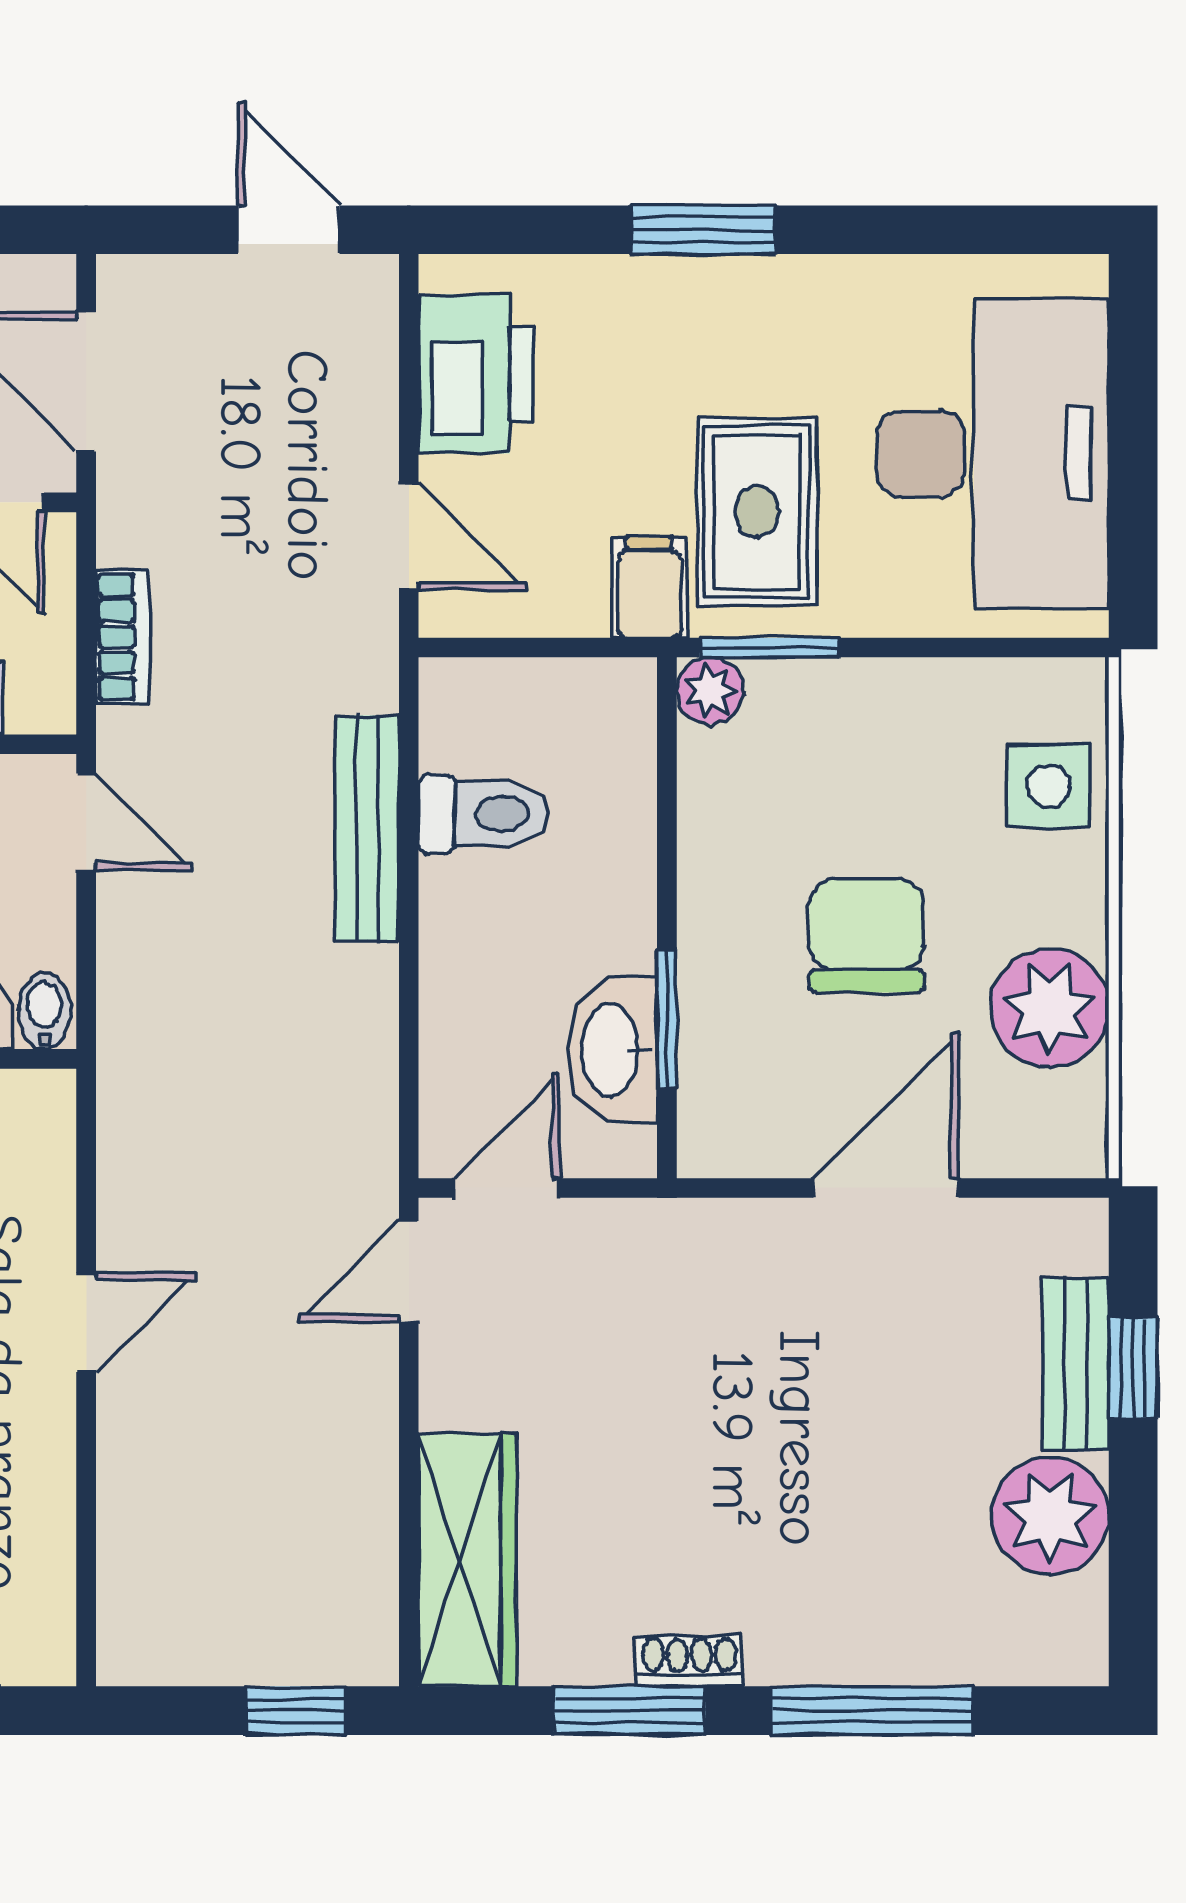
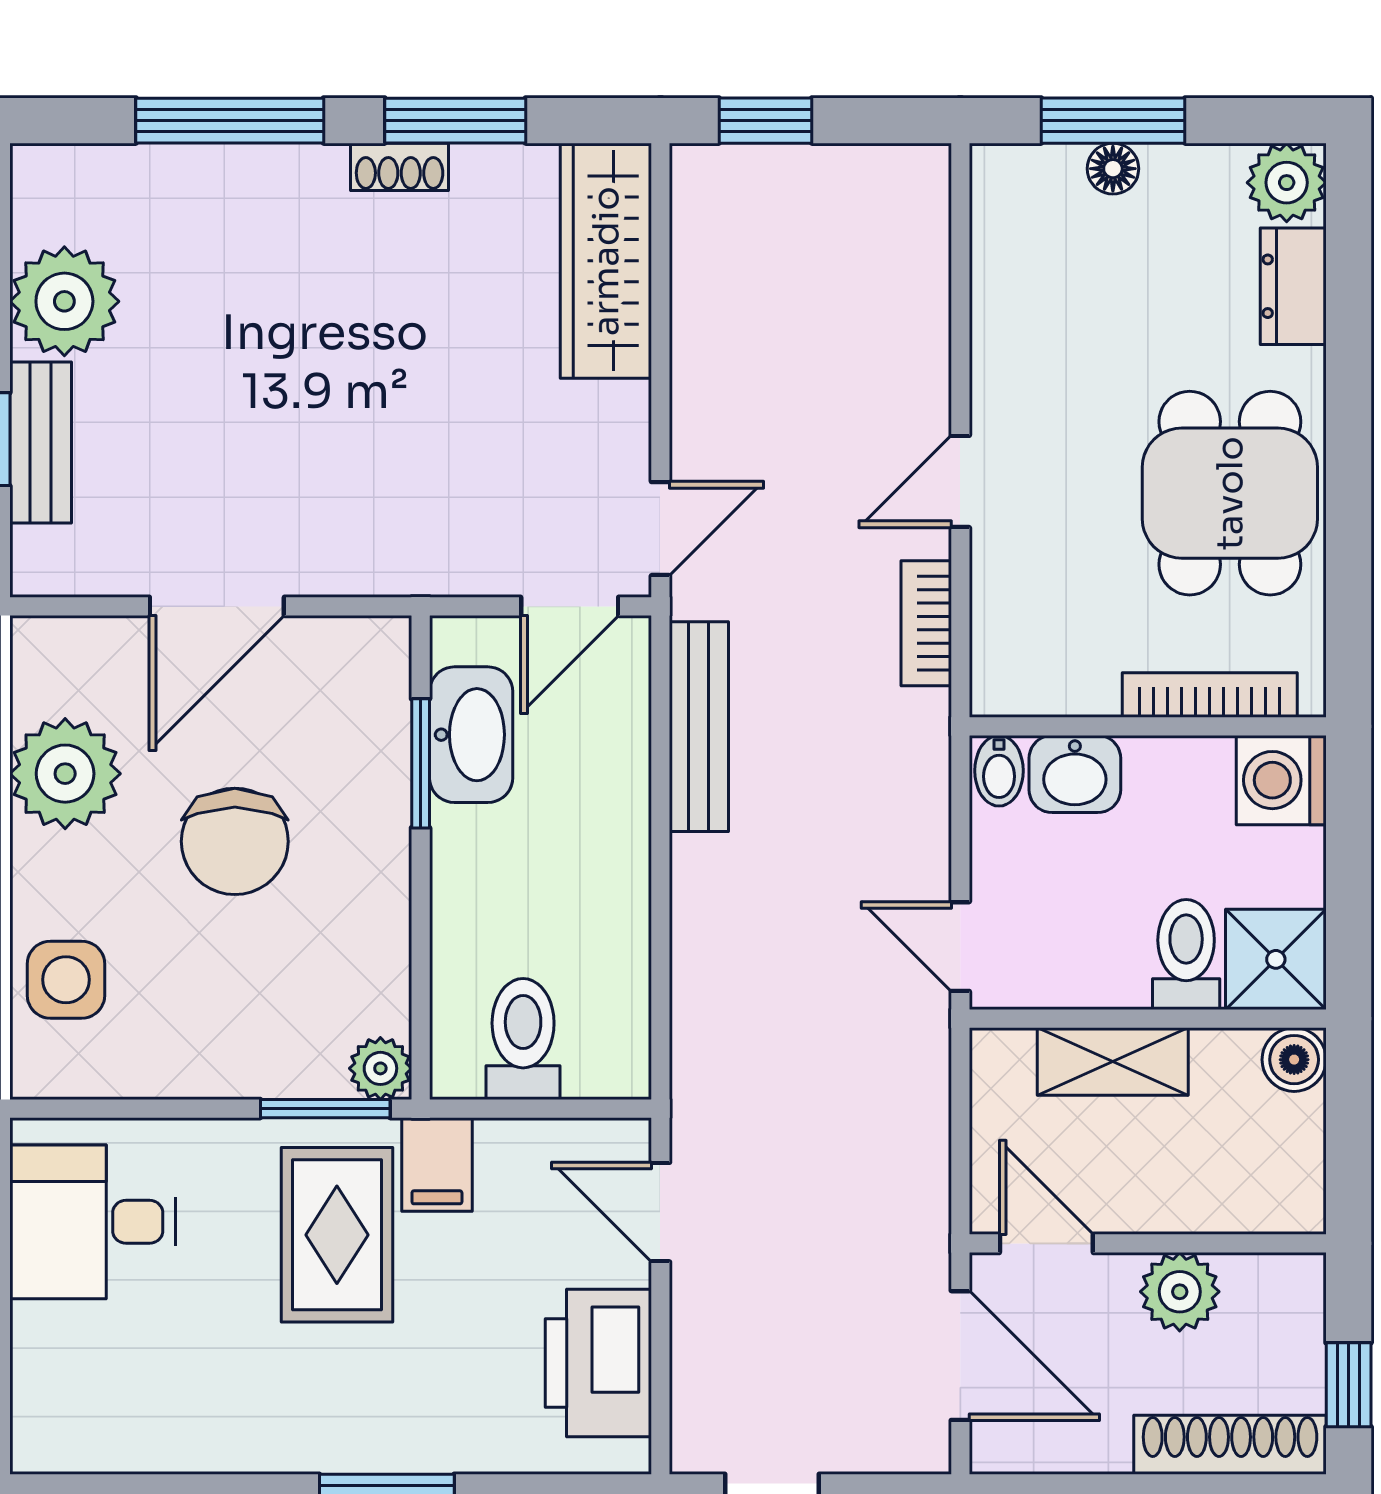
desk: (993, 453) -> (93, 1222), width x0.53, depth x0.77
bookcase: (123, 637) -> (926, 623), moved
toilet: (484, 814) -> (523, 1039), moved, turned 90
bench: (367, 828) -> (699, 727), moved

